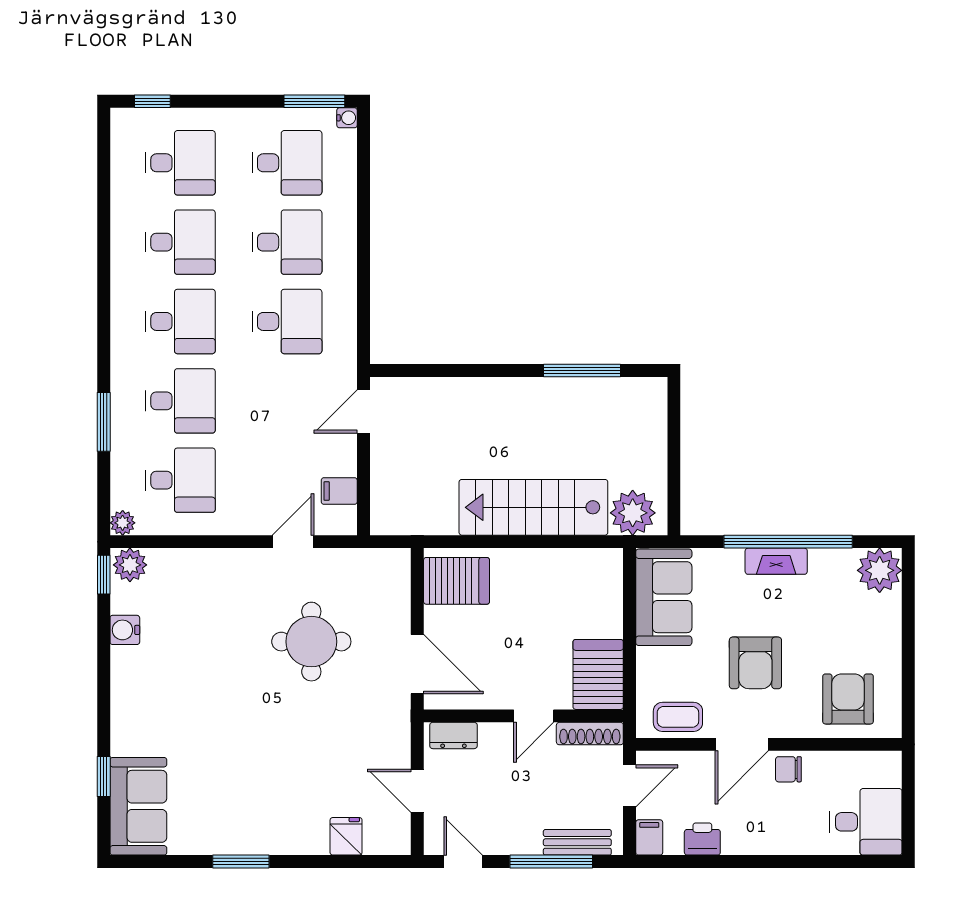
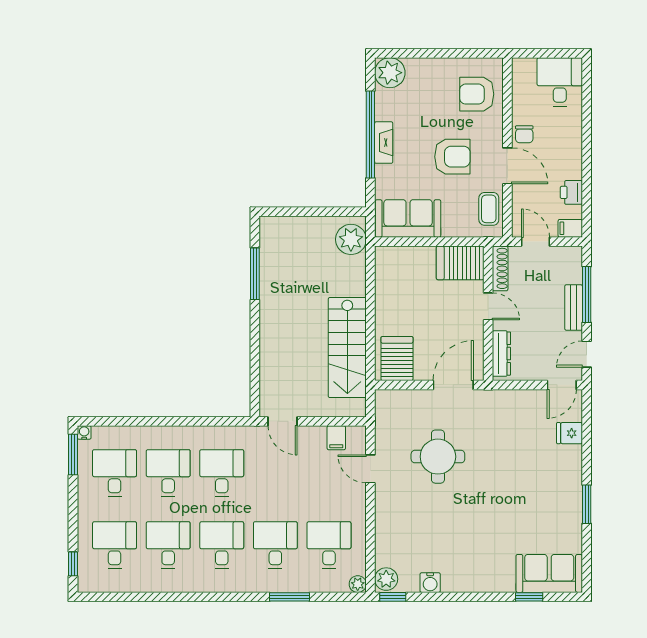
stairs: (533, 507) -> (347, 348), moved
dresser: (453, 735) -> (501, 354), width x1.44
door: (417, 791) -> (562, 385), moved
bench: (577, 842) -> (574, 308), moved

